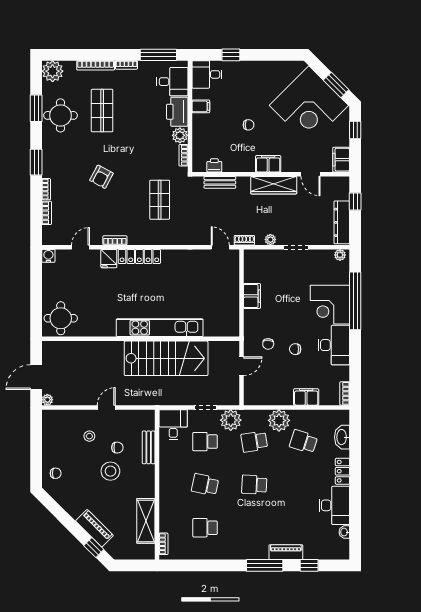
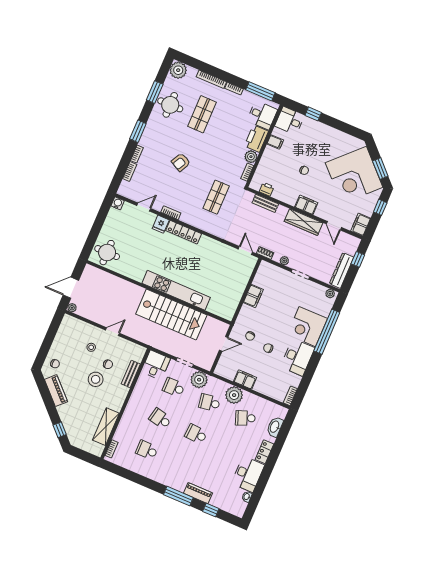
filing cabinet: (306, 397) -> (245, 380), moved
school desk: (303, 442) -> (245, 418), turned -39
piano: (94, 528) -> (56, 391), moved

